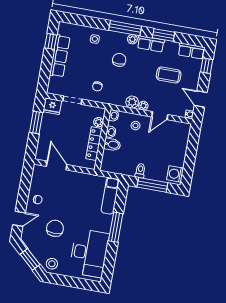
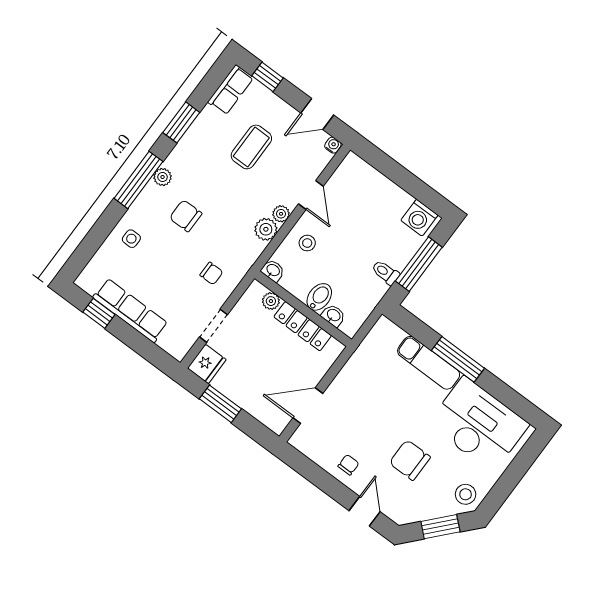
row of seats: (151, 44) -> (185, 151), removed
washbasin: (111, 132) -> (333, 315), moved
exam couch: (110, 196) -> (429, 363), moved

